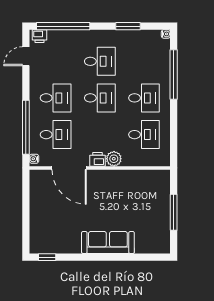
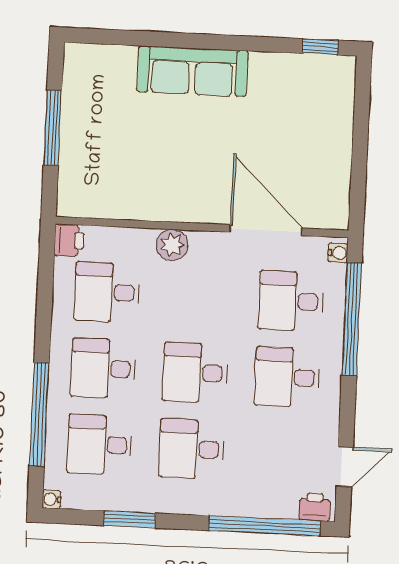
desk: (144, 61) -> (100, 445), added
printer: (97, 159) -> (69, 240), moved, turned -90

